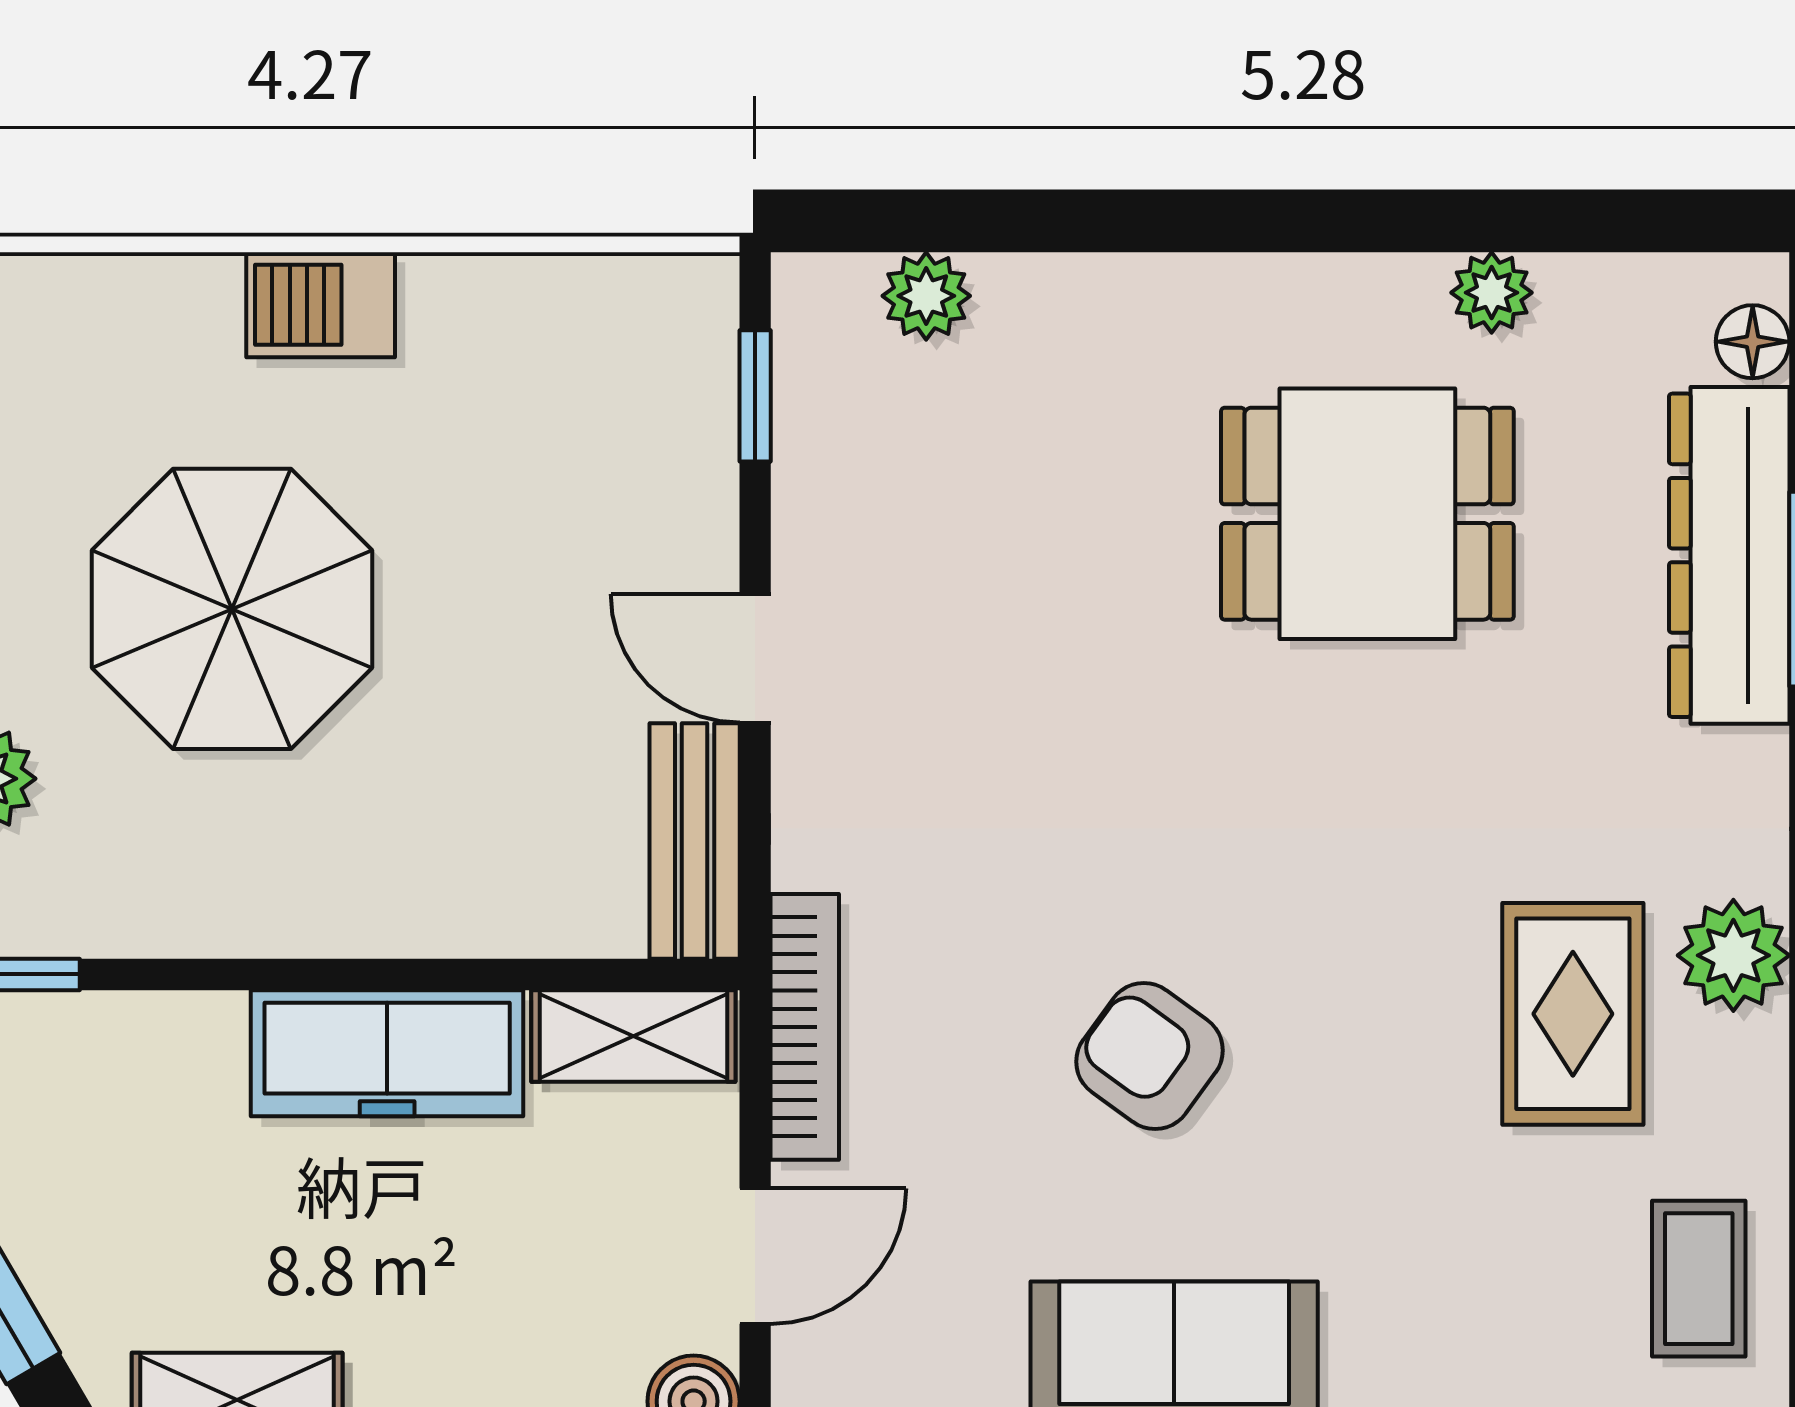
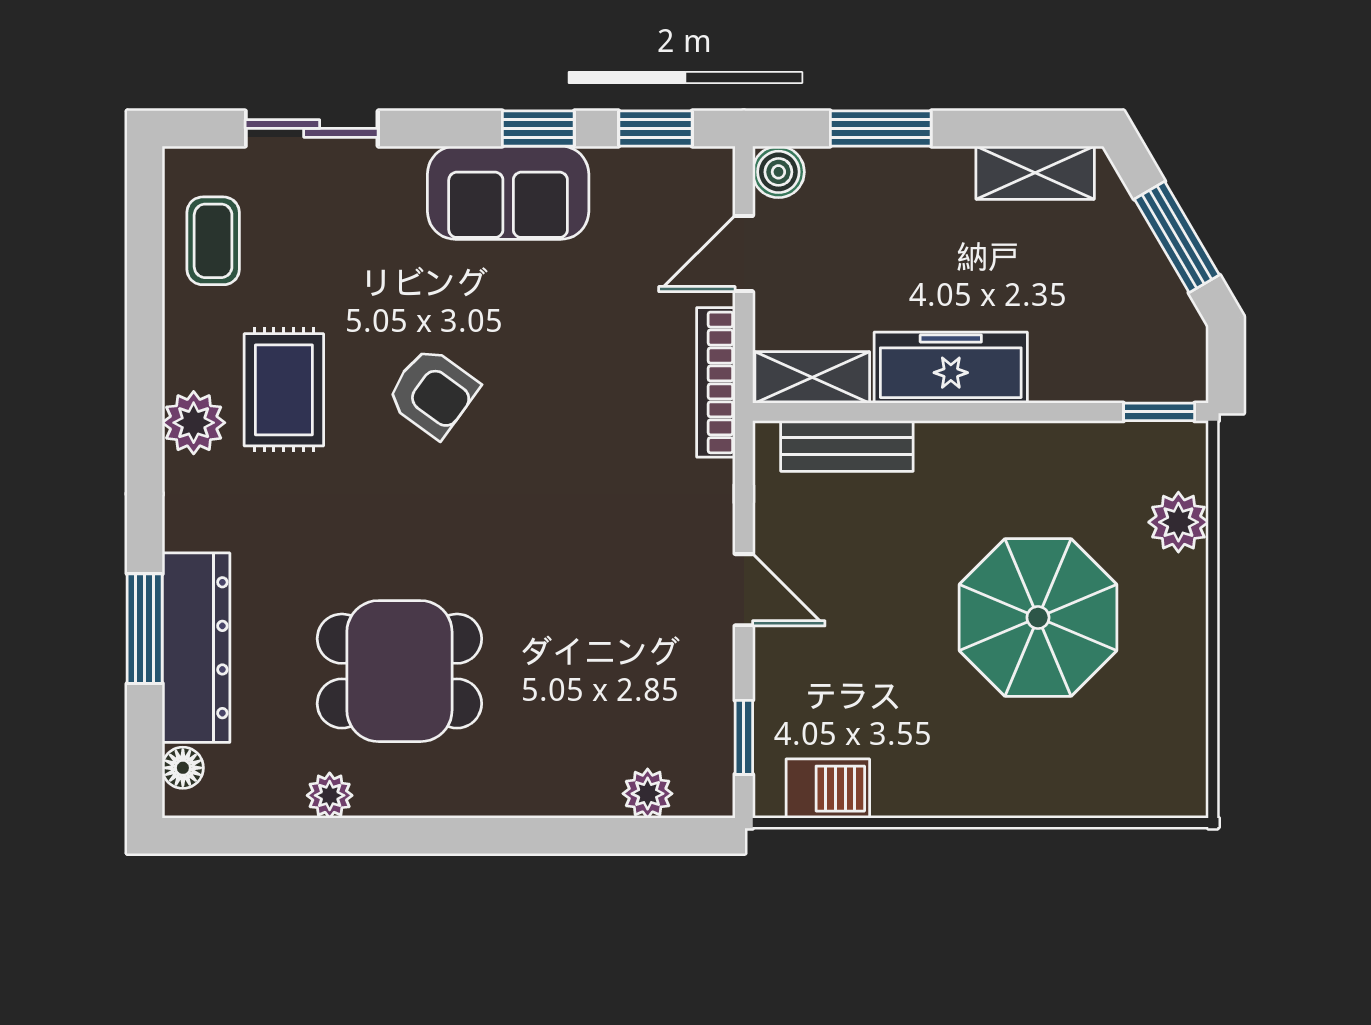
barbecue: (321, 305) -> (828, 789), moved
bench: (695, 841) -> (847, 446), moved, turned 90
armchair: (1149, 1056) -> (433, 392), moved

